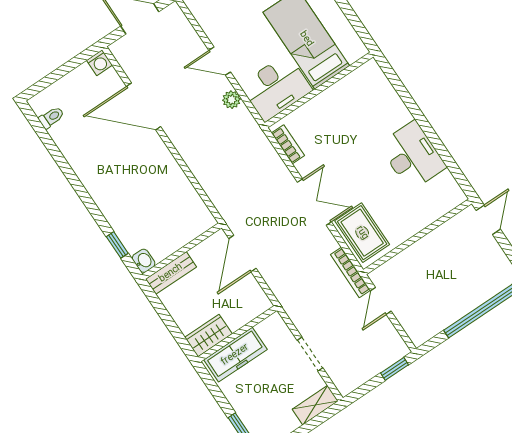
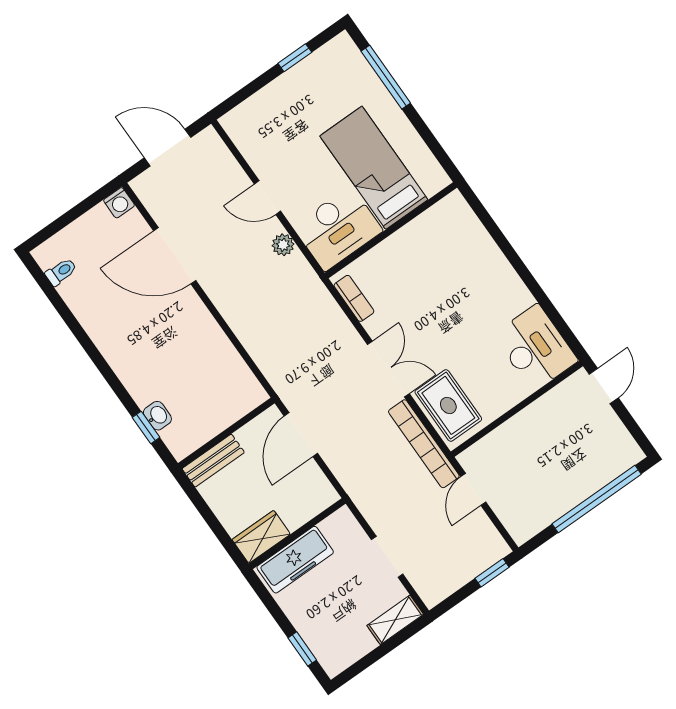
desk: (412, 156) -> (535, 348), moved
washbasin: (144, 261) -> (157, 416), moved
bookcase: (350, 272) -> (424, 444), width x1.48, depth x1.31

